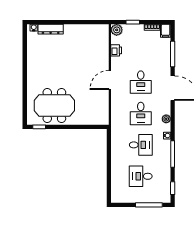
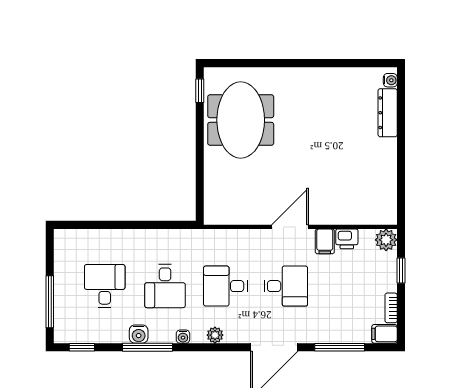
filing cabinet: (118, 62) -> (325, 241), added
door: (110, 80) -> (290, 227), hinge flipped
desk: (141, 82) -> (286, 286), turned 180
water cooler: (166, 159) -> (139, 334), added

